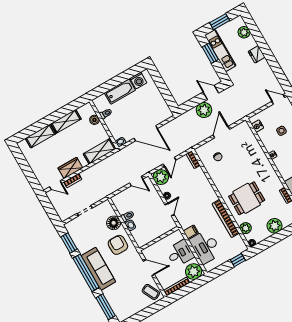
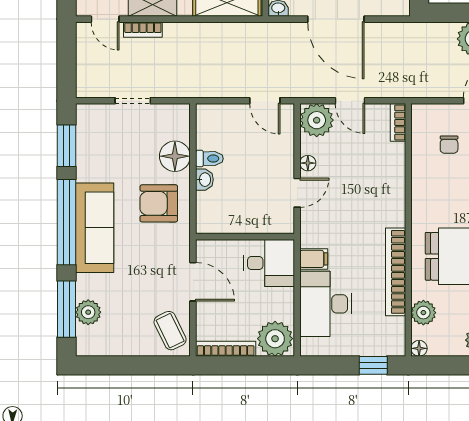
door: (169, 162) -> (350, 101), hinge flipped
armchair: (118, 245) -> (159, 203), turned -90
desk: (180, 253) -> (269, 263), moved
plant: (115, 303) -> (88, 312), added

